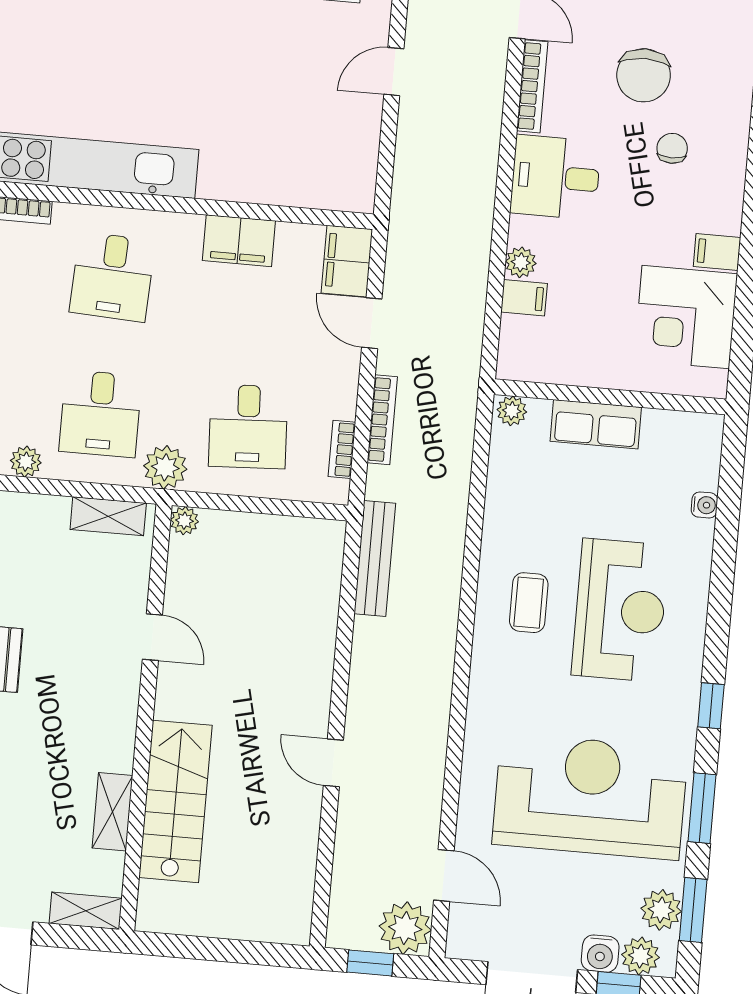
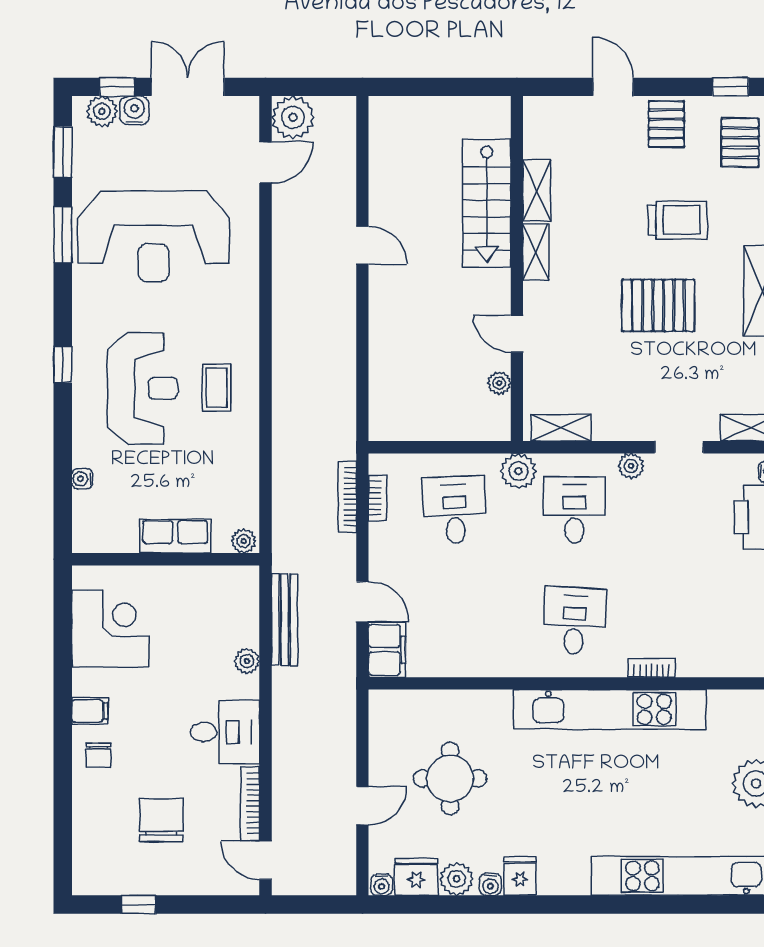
round table: (283, 96) -> (450, 778), added
chair: (672, 148) -> (99, 755), moved
filing cabinet: (239, 241) -> (475, 659), removed
filing cabinet: (717, 252) -> (90, 711), moved
filing cabinet: (524, 298) -> (242, 633), removed
bookcase: (382, 420) -> (347, 497), moved
plant: (184, 521) -> (499, 383), moved
bench: (375, 559) -> (285, 620), moved
reception desk: (620, 610) -> (143, 388), turned 180
window: (711, 706) -> (63, 364), moved
door: (444, 875) -> (266, 163), swing flipped
plant: (661, 910) -> (88, 150), removed
shelving: (86, 911) -> (536, 252), moved, turned 90
window: (370, 963) -> (319, 87), removed

